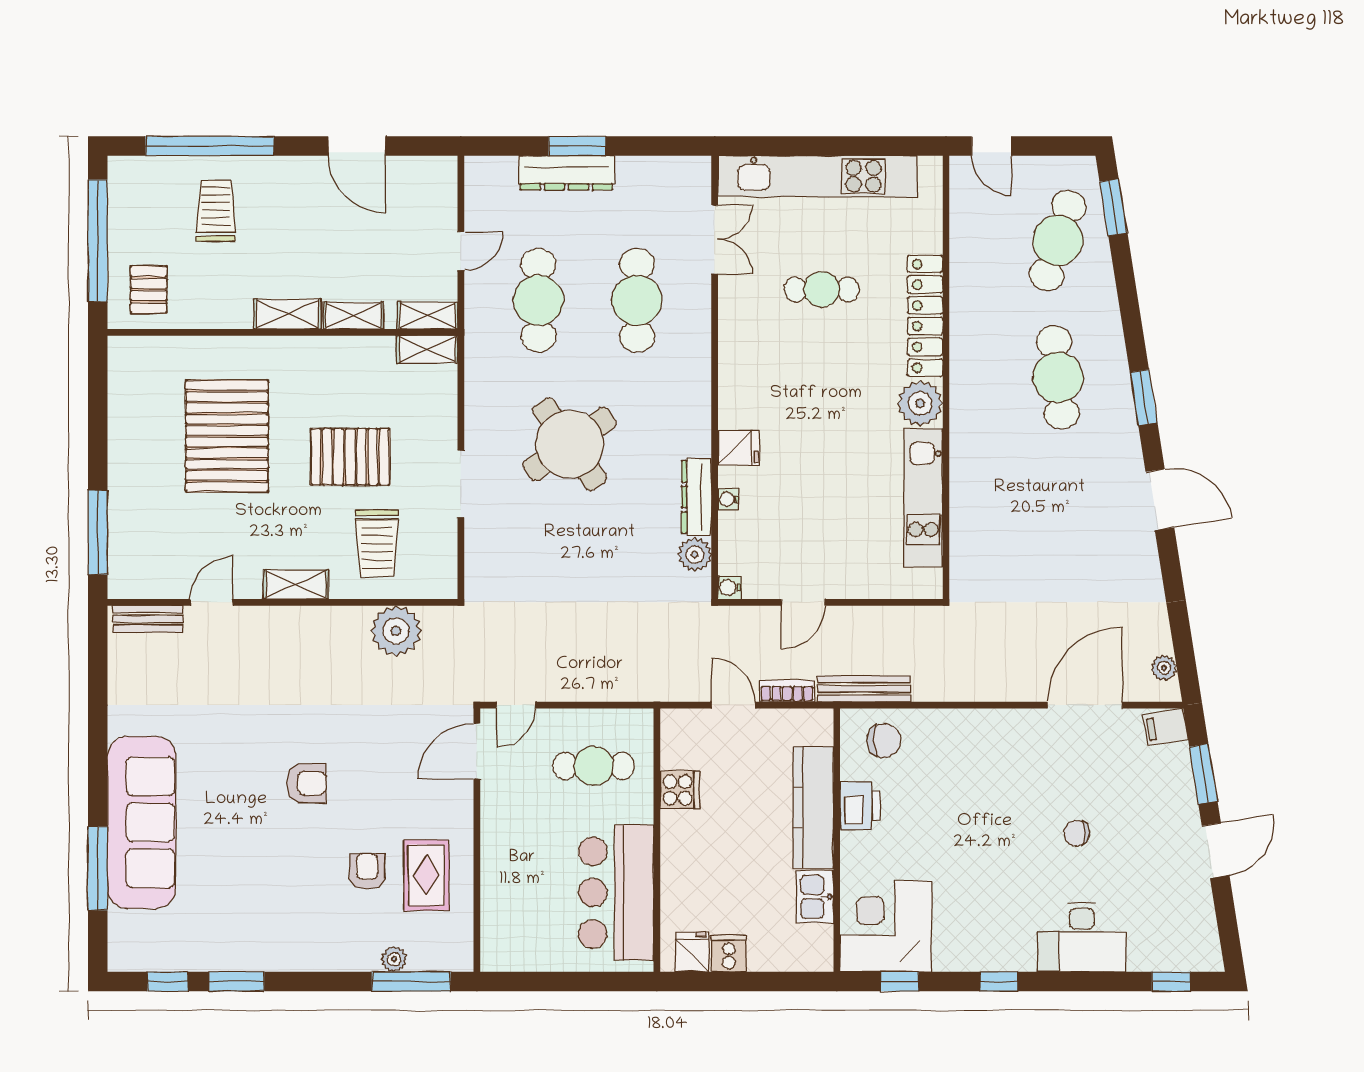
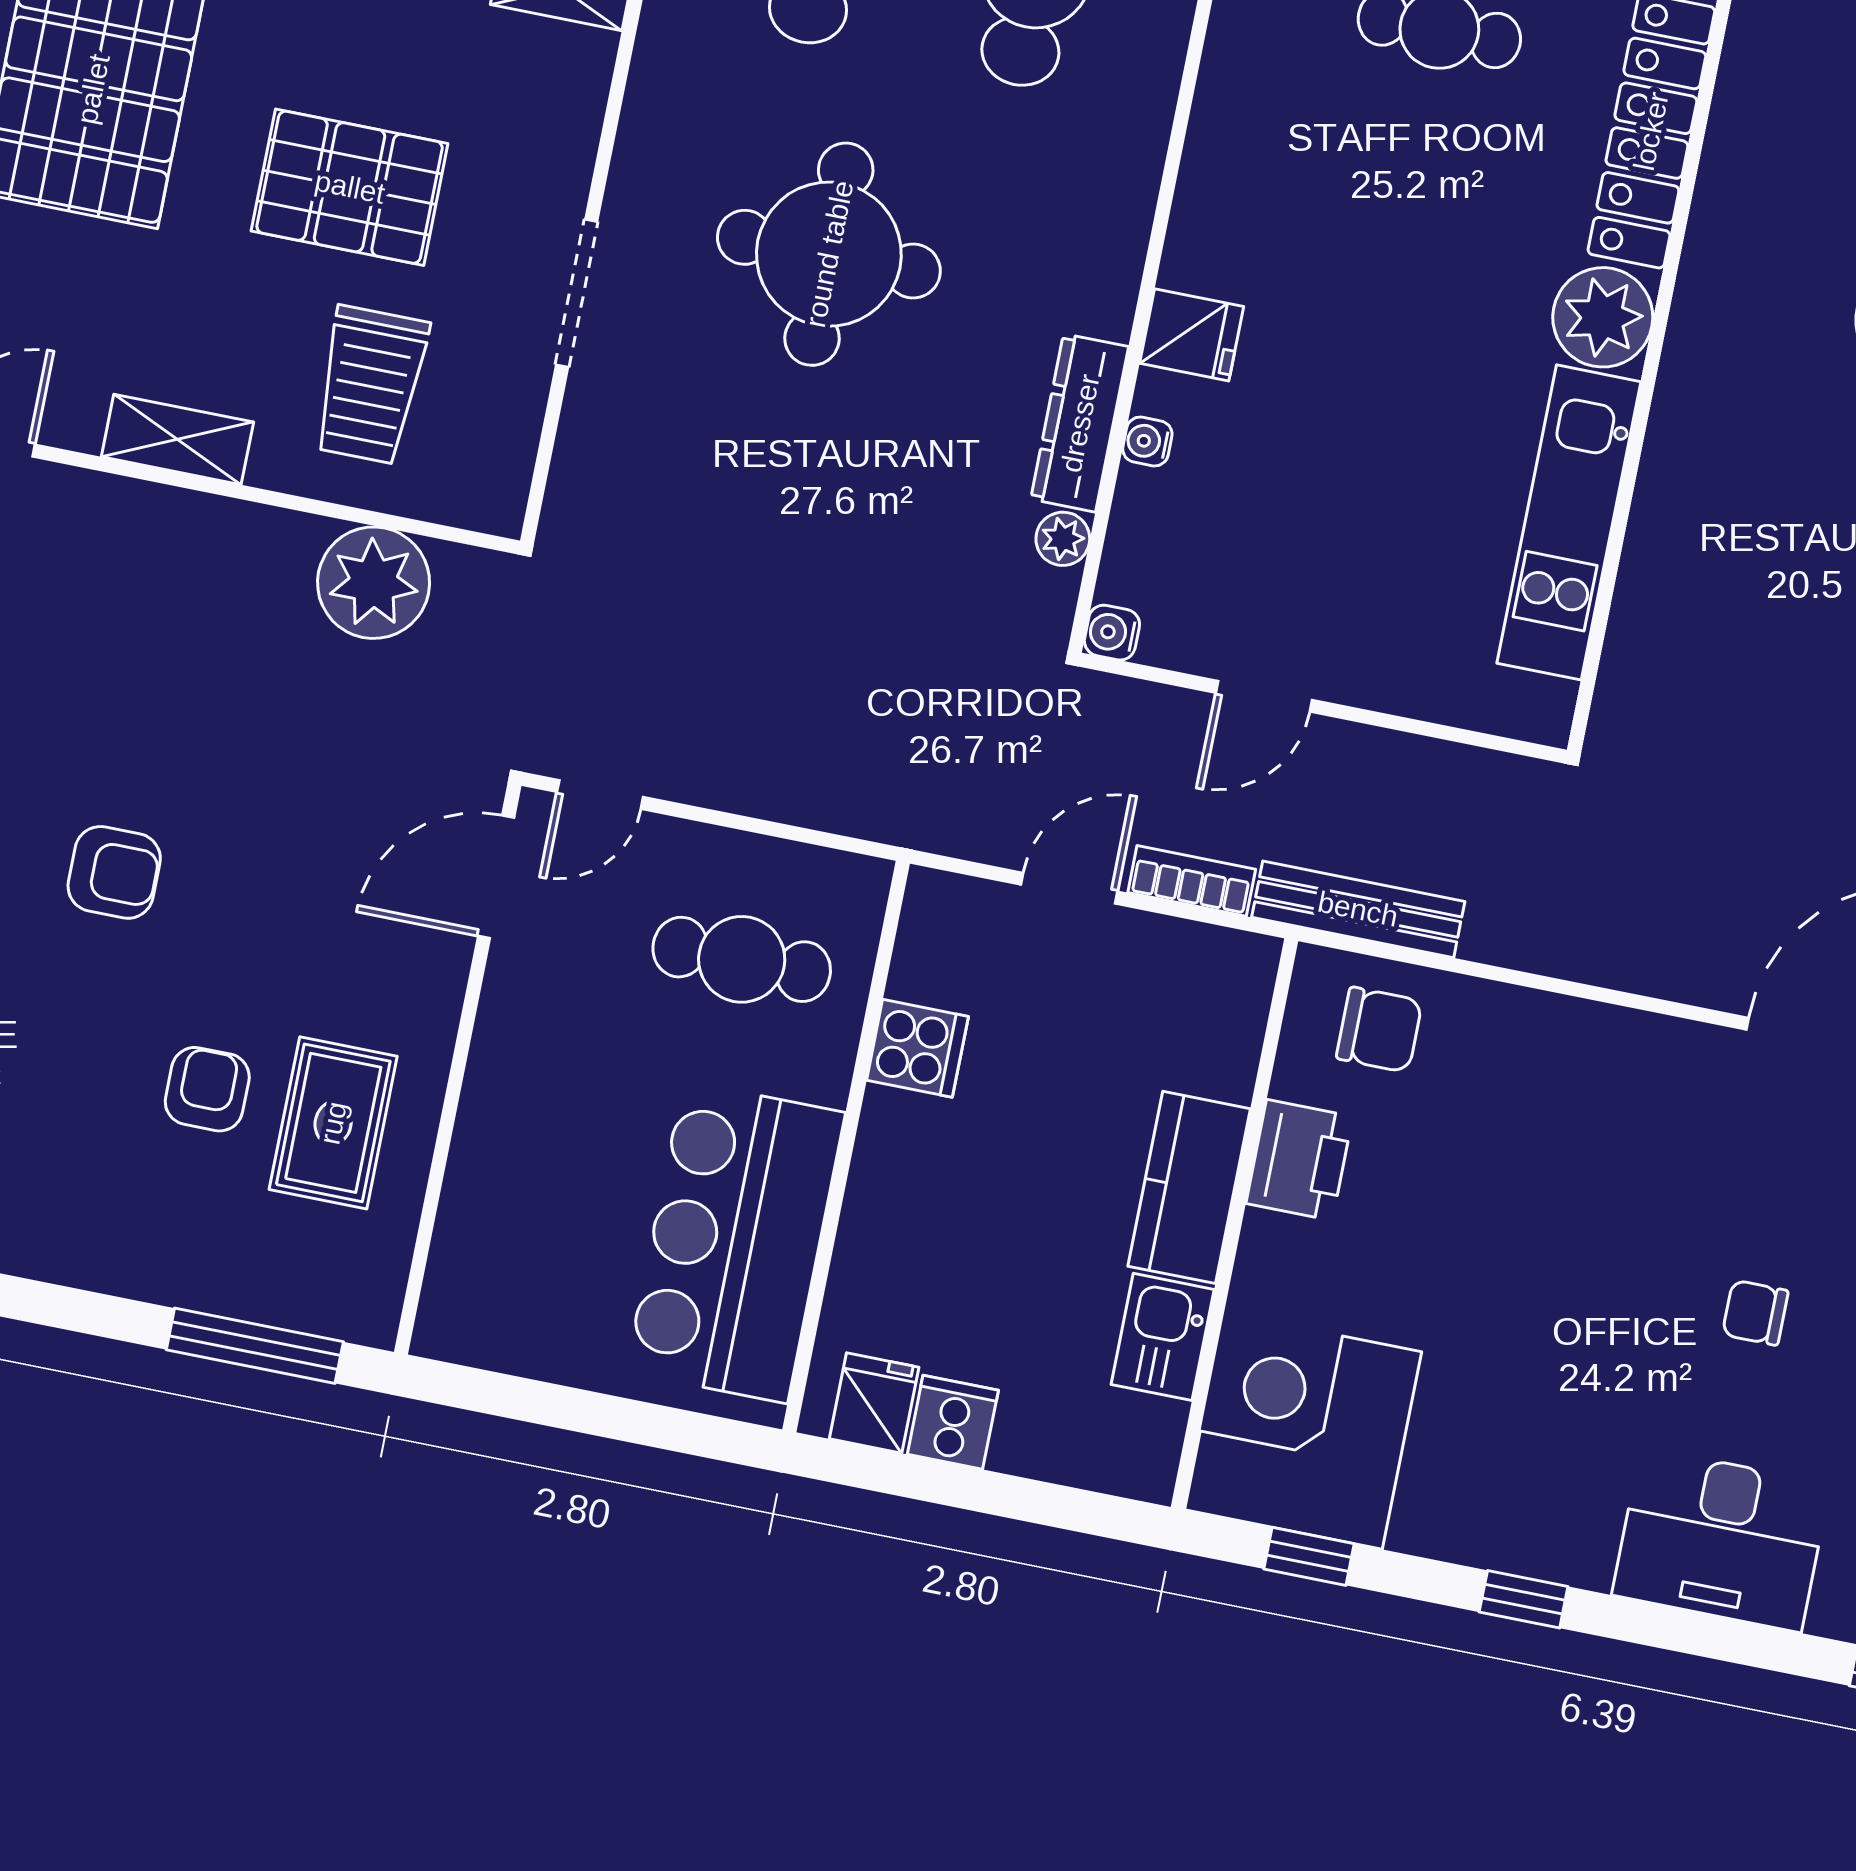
round table: (570, 444) -> (829, 254), turned 35
plant: (695, 555) -> (1063, 539), width x0.73, depth x0.73
door: (733, 705) -> (1069, 888), hinge flipped
kitchen counter: (813, 808) -> (1189, 1187), width x0.67
plant: (394, 959) -> (227, 1290), removed

